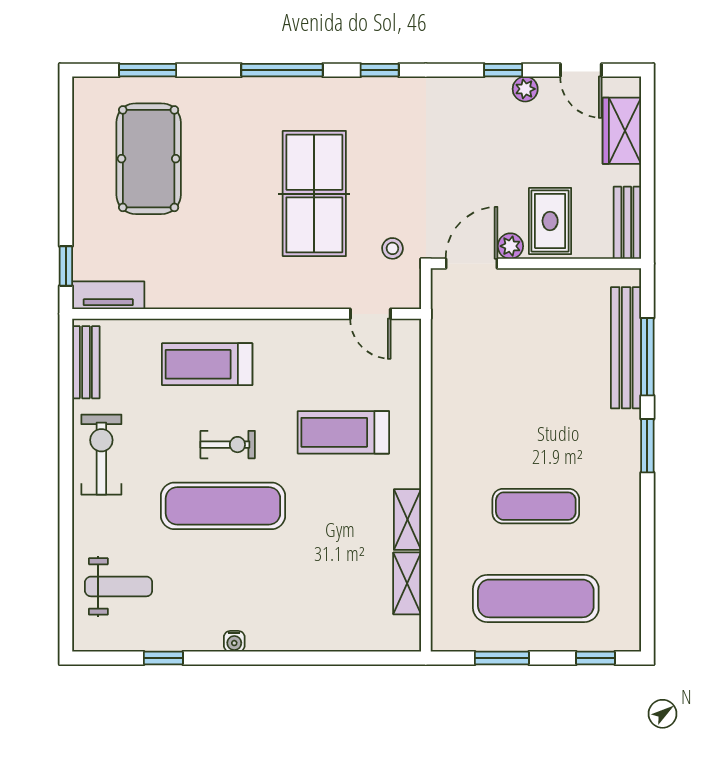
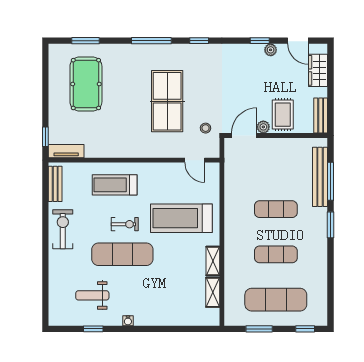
exercise mat: (536, 414) -> (276, 209), added
treadmill: (343, 432) -> (181, 218), width x1.37, depth x1.38
weight bench: (119, 586) -> (92, 295), moved, turned 180

